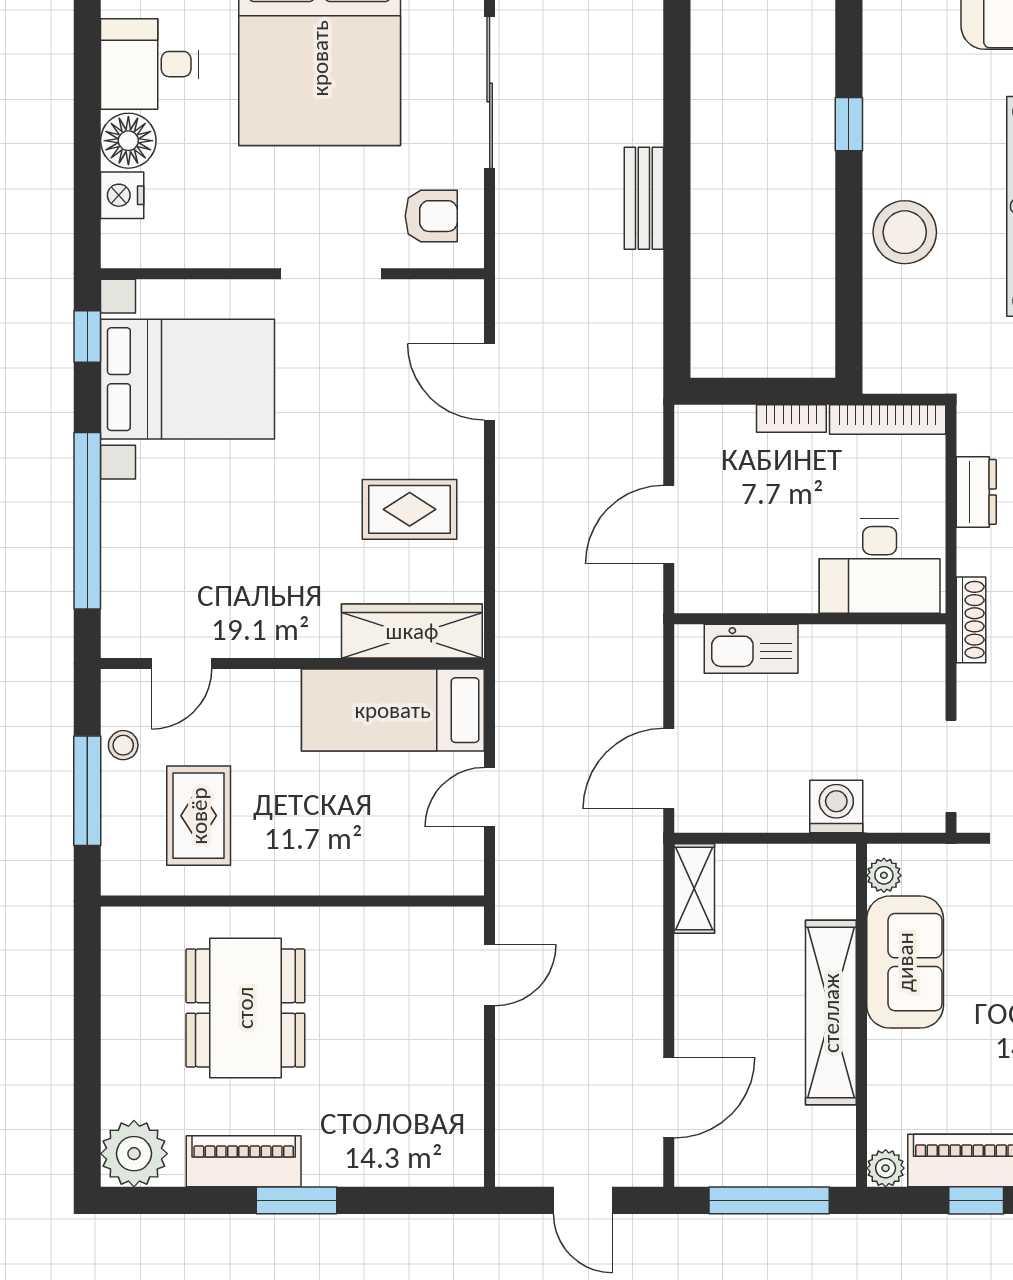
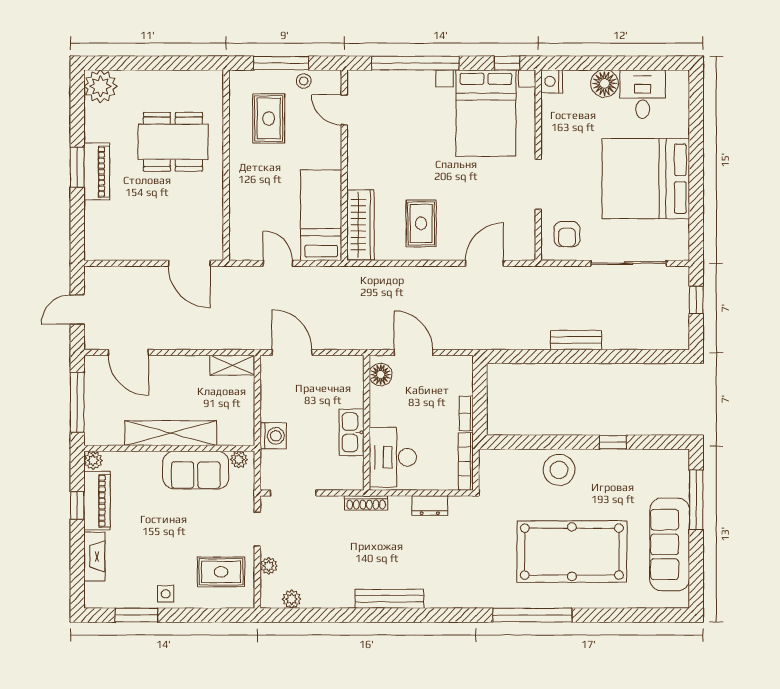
nightstand: (122, 195) -> (552, 81), moved, turned -90
floor lamp: (713, 591) -> (381, 375), added
kitchen sink: (751, 649) -> (352, 432), moved
rug: (199, 816) -> (269, 118), turned 90
door: (490, 975) -> (189, 263), width x1.38
piano: (244, 1161) -> (97, 172), moved

